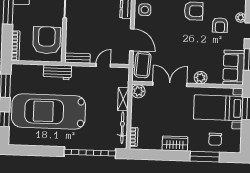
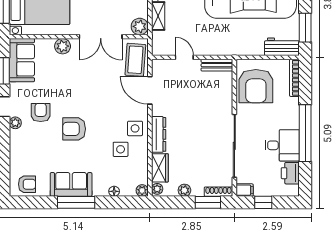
door: (103, 65) -> (184, 57), swing flipped
workbench: (57, 72) -> (282, 47), moved

